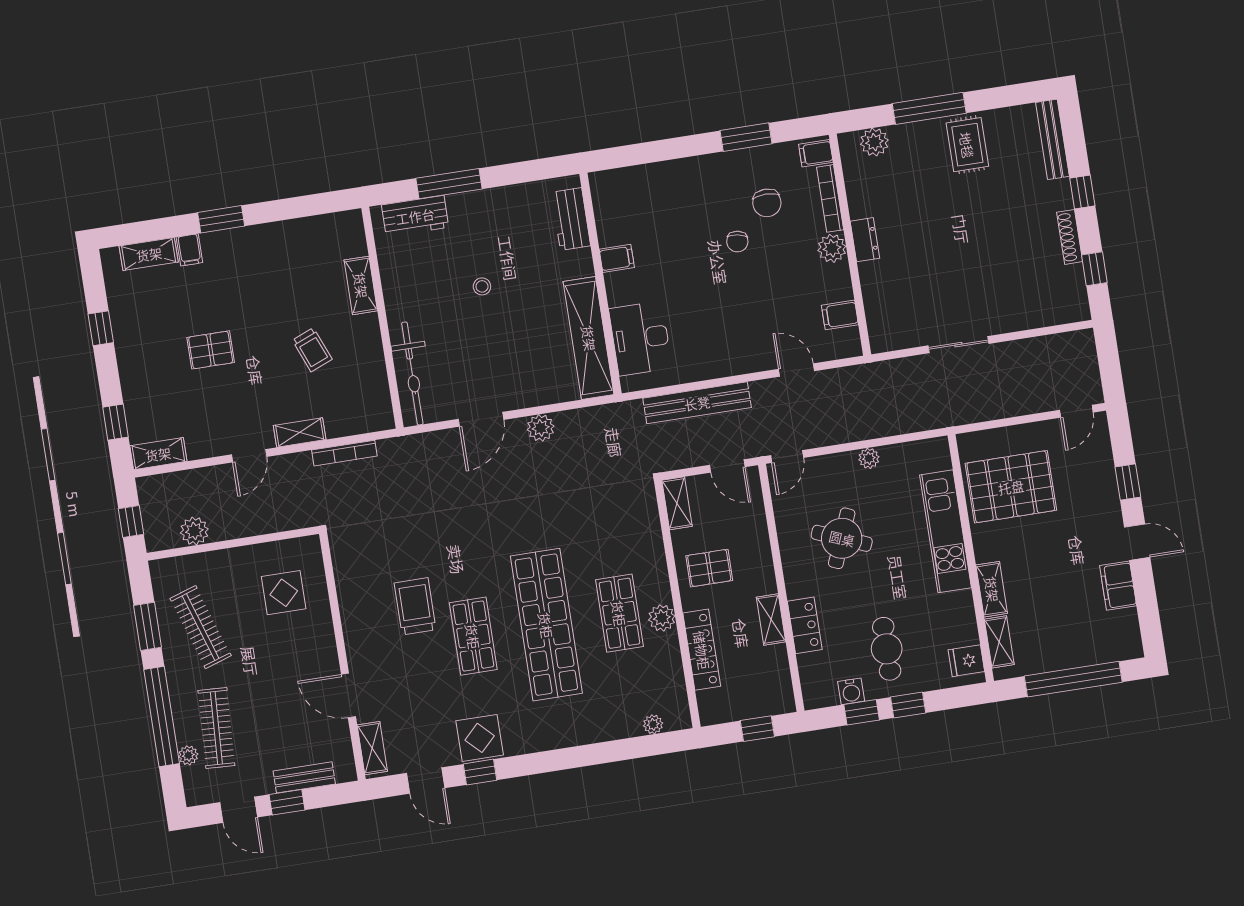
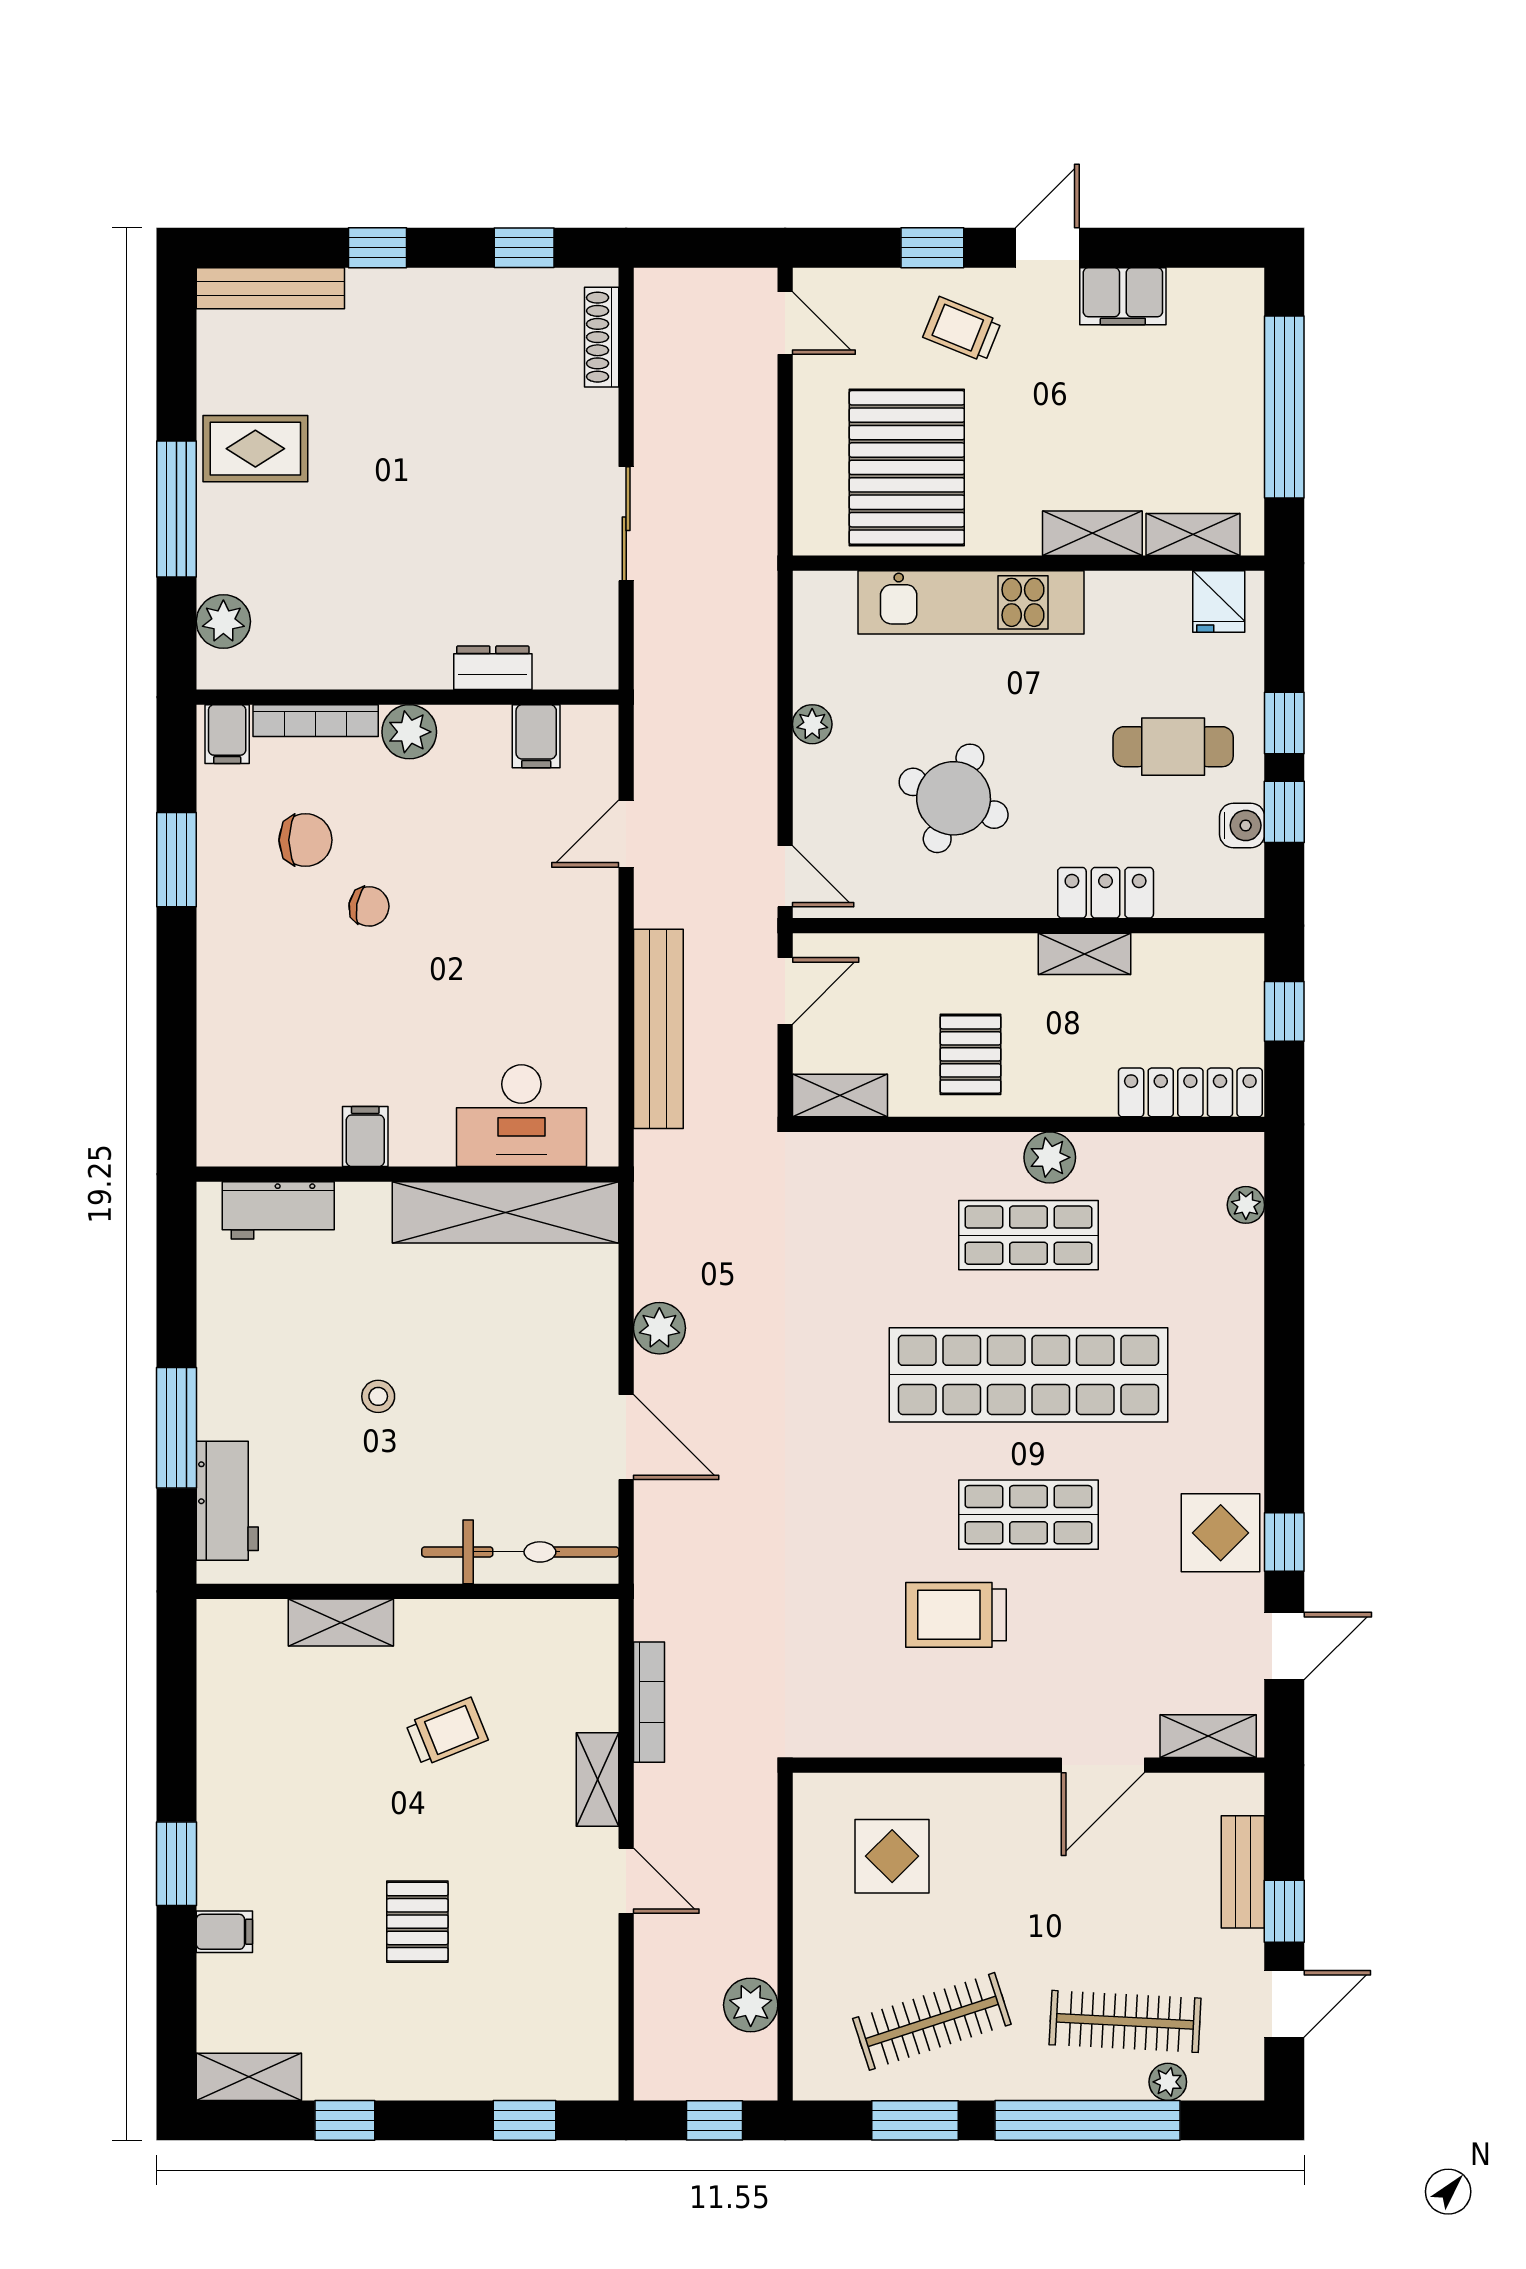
shoe rack: (1070, 237) -> (602, 337), moved, turned 90
dresser: (865, 240) -> (493, 668), moved
shelving: (149, 254) -> (249, 2077), moved, turned 90
shelving: (158, 454) -> (596, 2049), removed
trolley: (1088, 504) -> (962, 329), added
locker: (702, 650) -> (1190, 1092), moved

